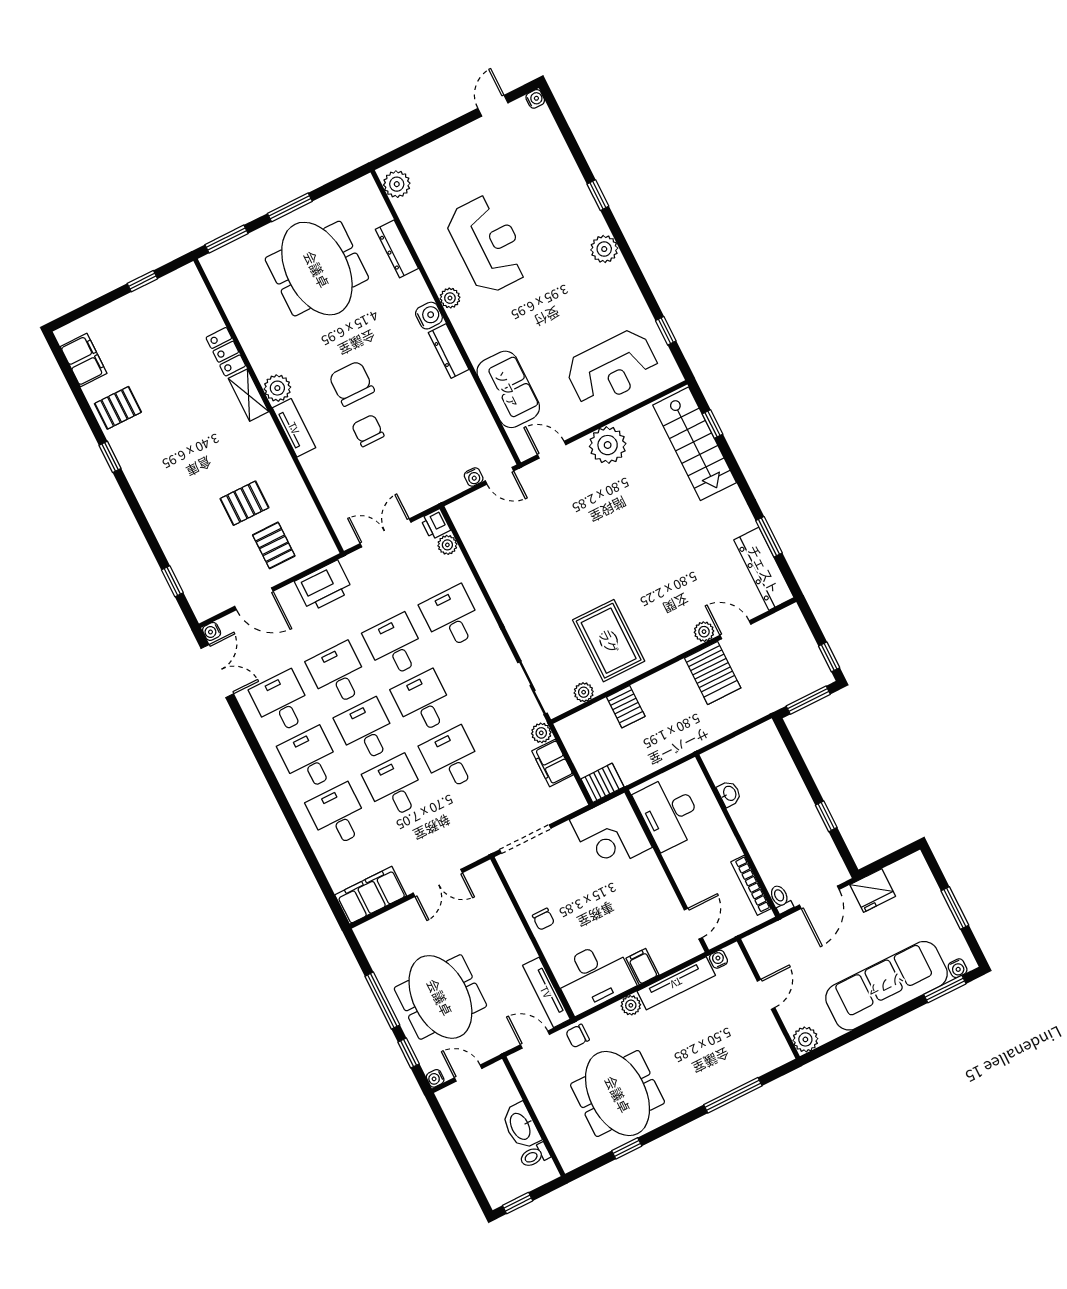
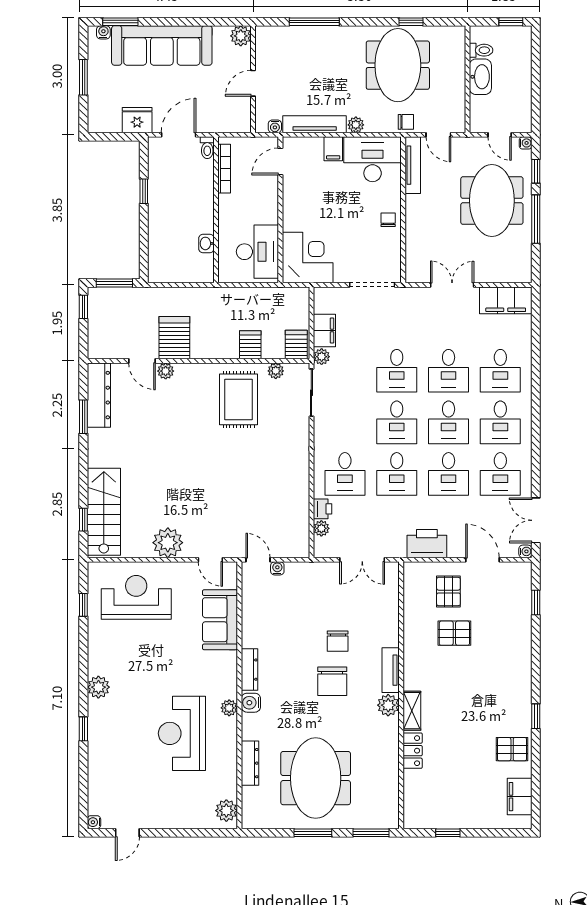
printer: (435, 524) -> (323, 509), moved
server rack: (602, 783) -> (296, 345), moved, turned 90

